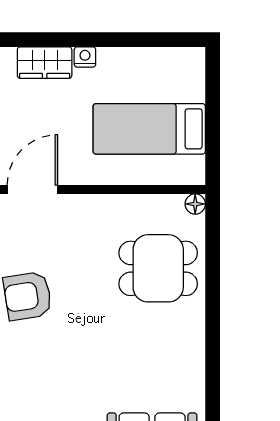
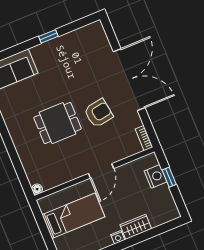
door: (32, 190) -> (101, 171), moved
dining table: (158, 268) -> (58, 123), moved

